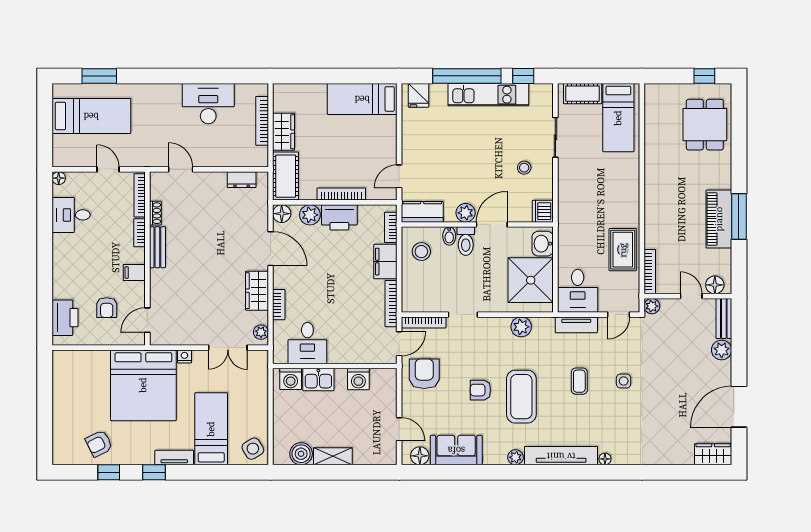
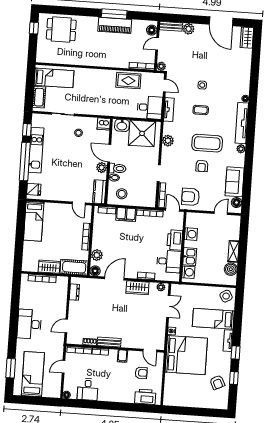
desk: (208, 104) -> (29, 324), moved
printer: (339, 217) -> (175, 240), moved, turned 180

